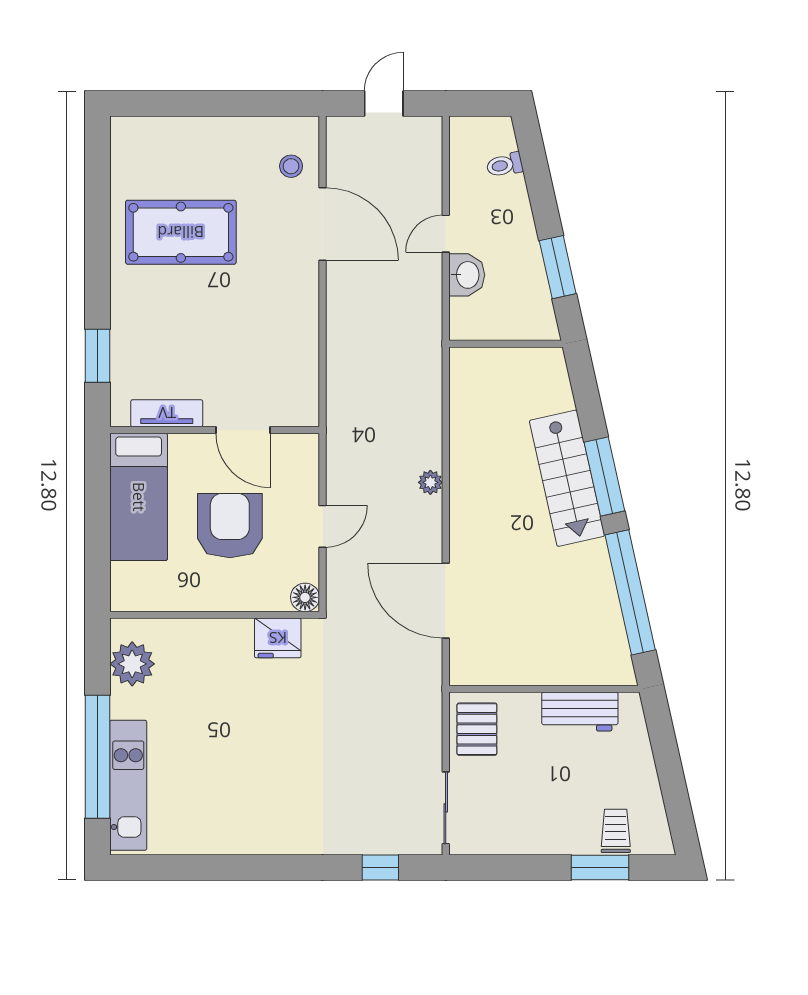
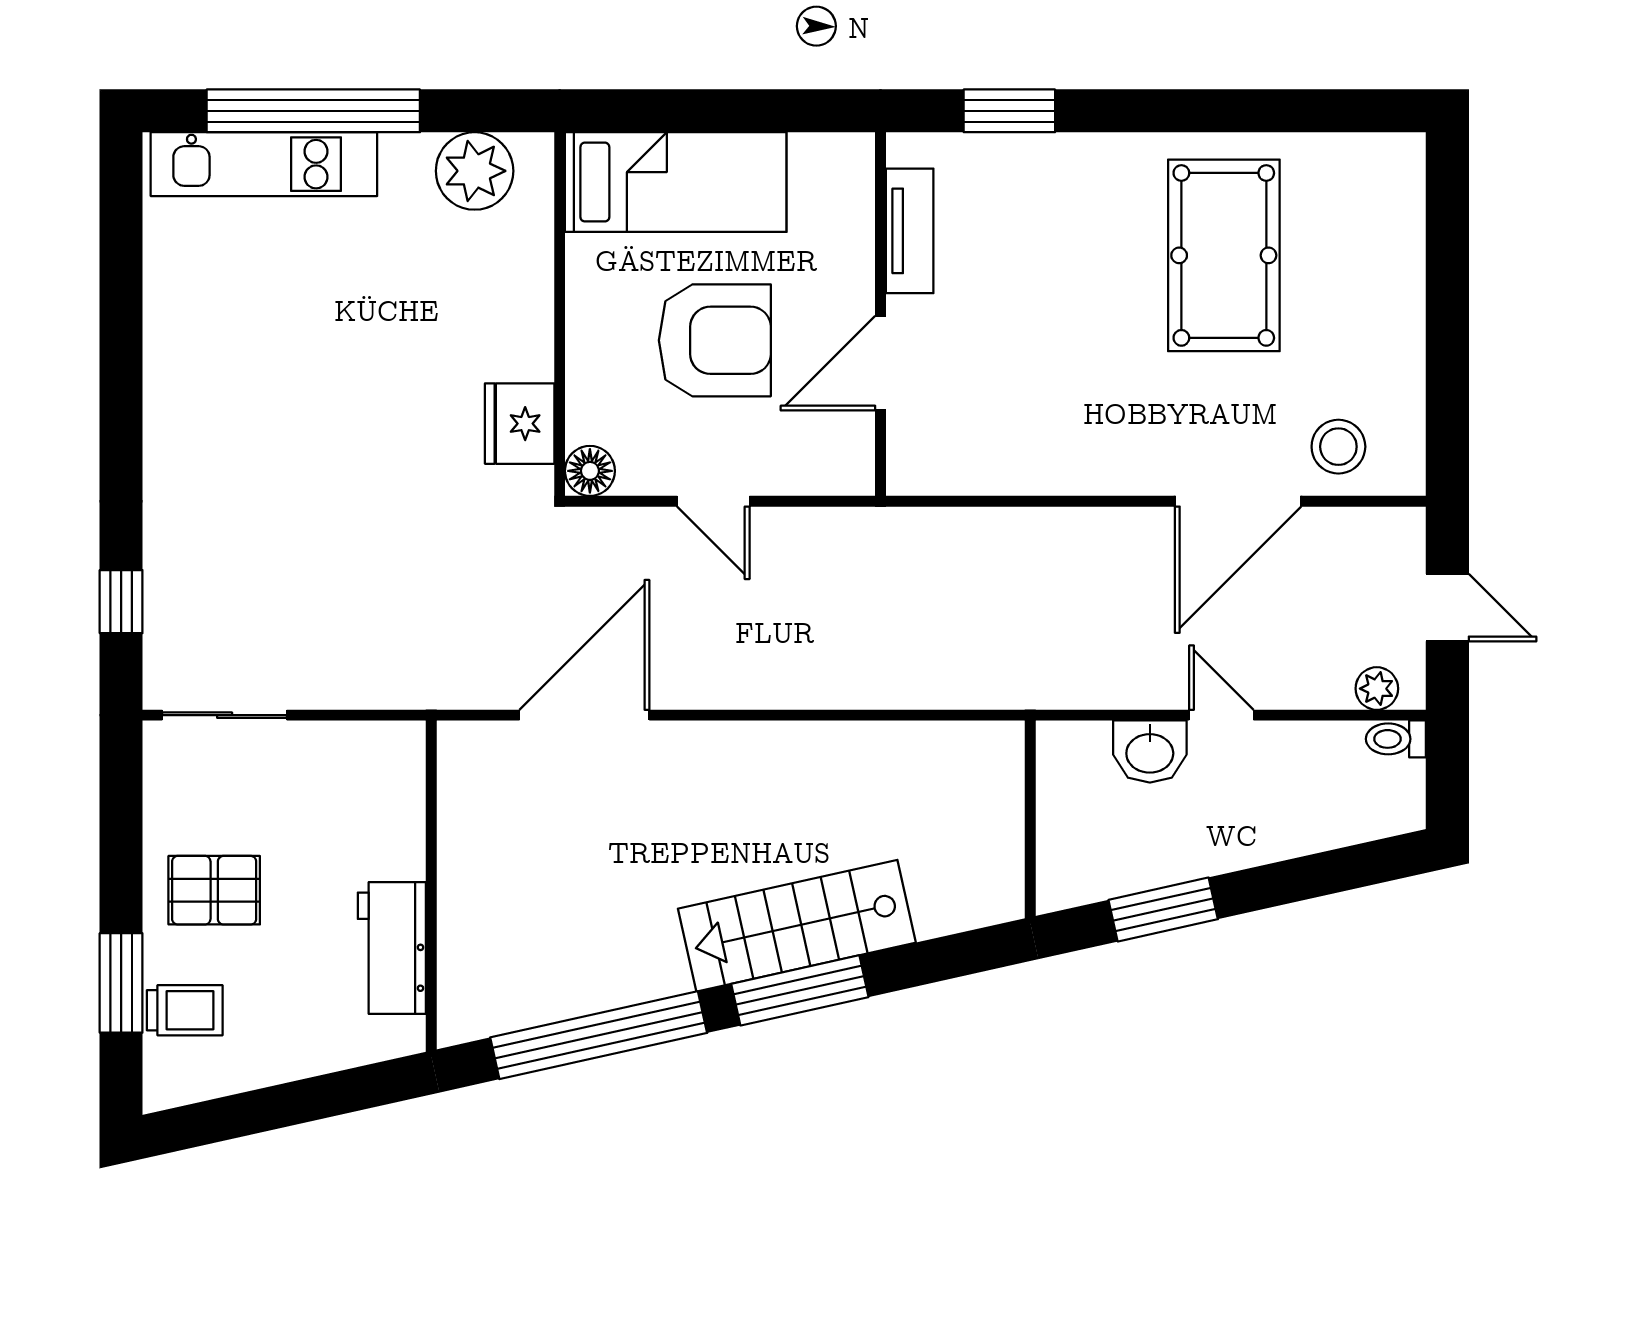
toilet: (505, 165) -> (1396, 739), moved, turned -77
stool: (291, 166) -> (1338, 447), width x1.37, depth x1.37
plant: (430, 482) -> (1377, 689), moved
bed: (139, 497) -> (676, 182), moved, turned 180
pallet: (477, 729) -> (214, 890), moved

